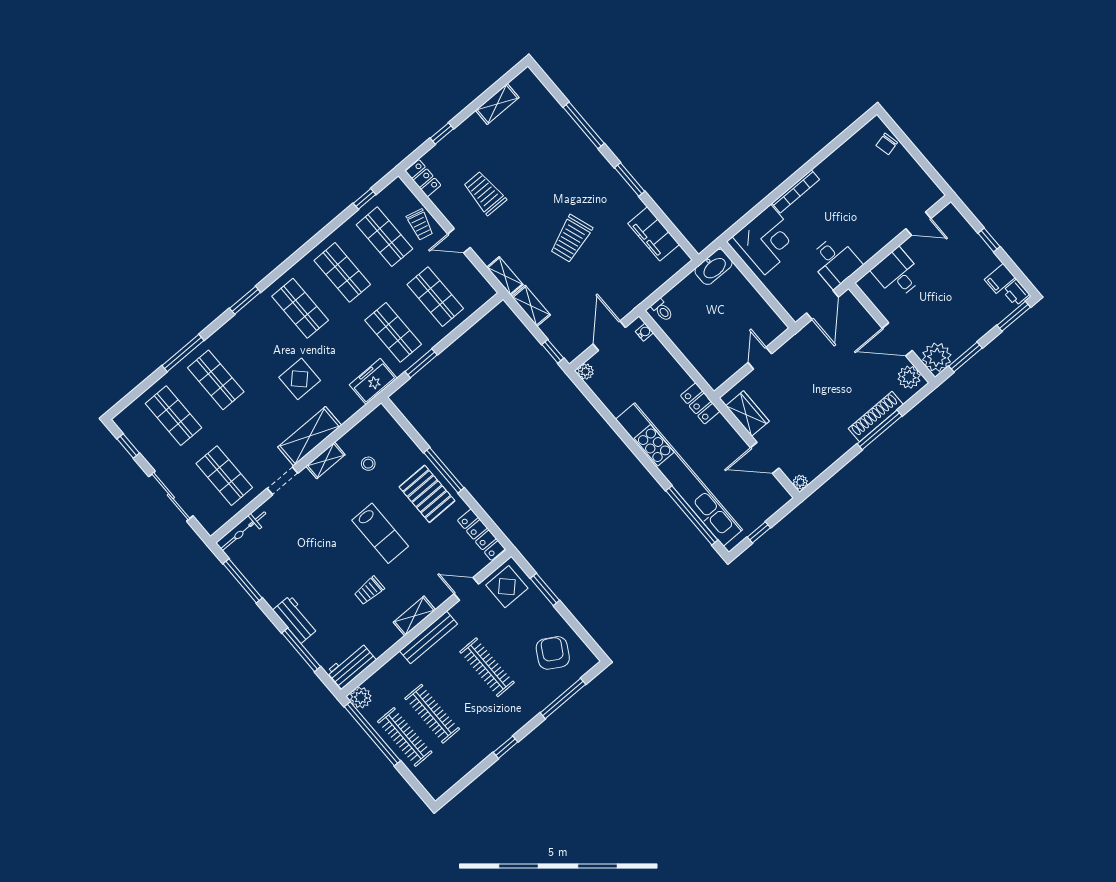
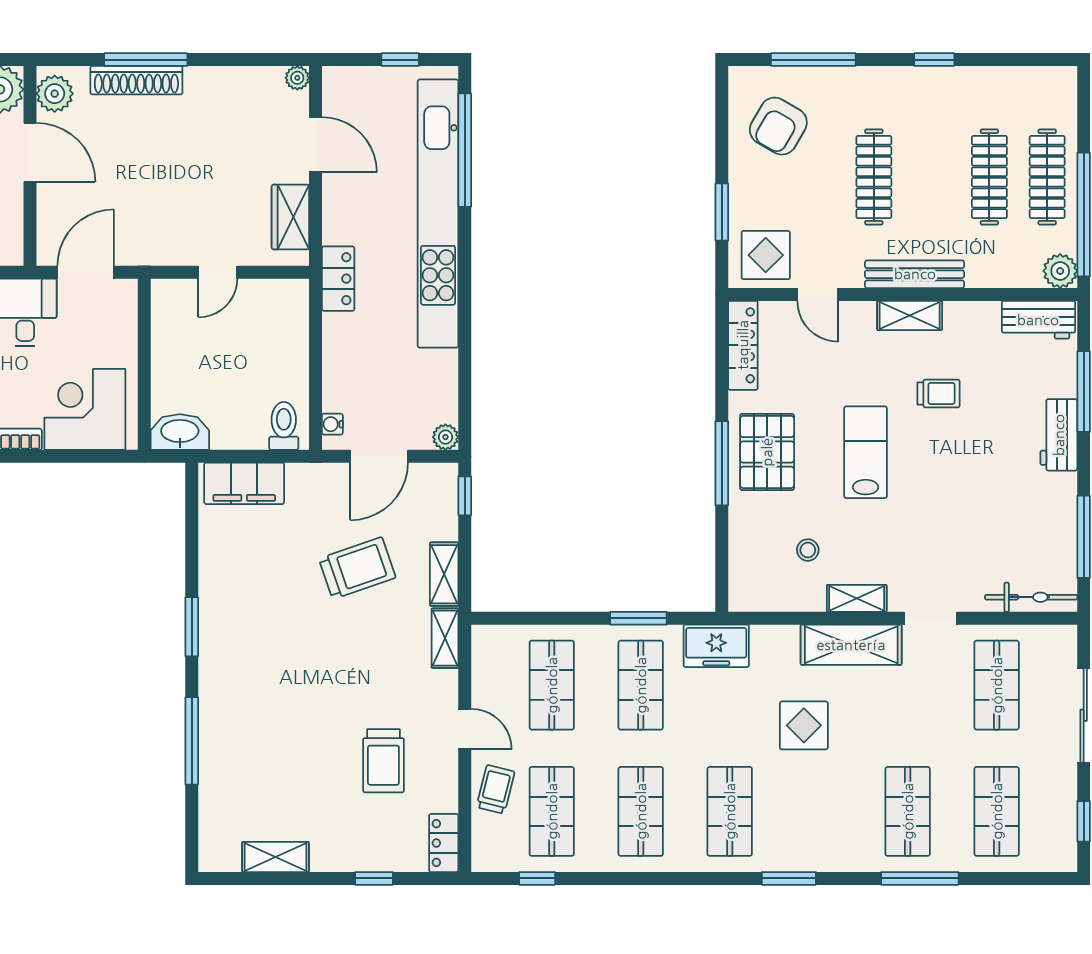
filing cabinet: (654, 234) -> (244, 483), moved, turned 90
trolley: (571, 239) -> (357, 568), moved
toilet: (662, 310) -> (284, 426), width x1.37, depth x1.39

